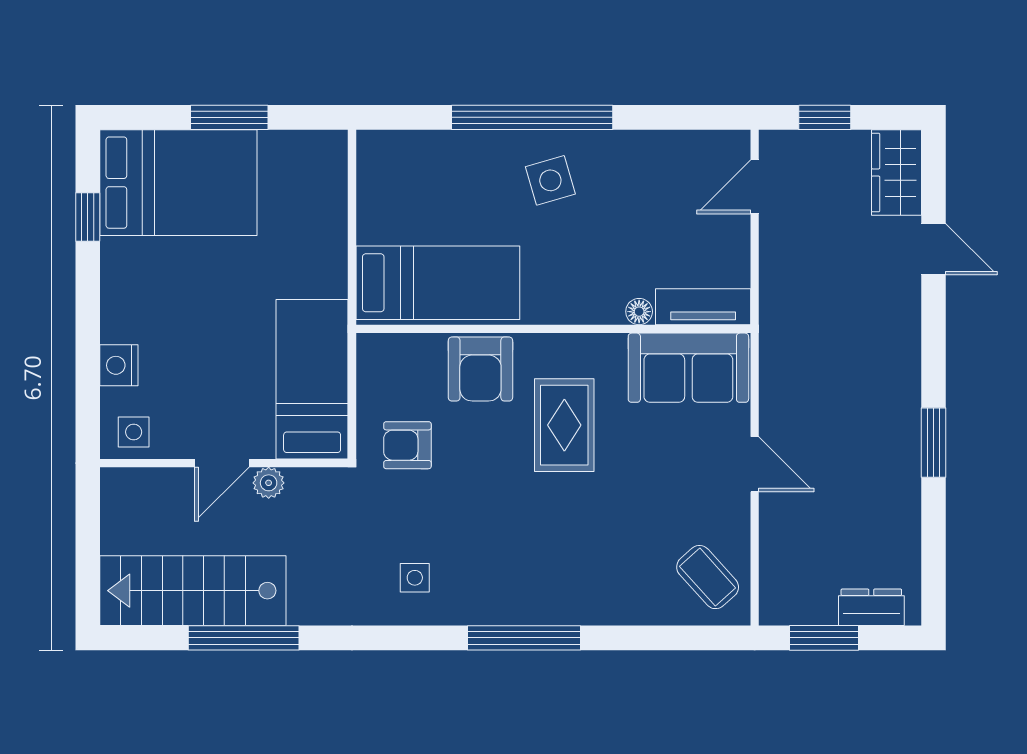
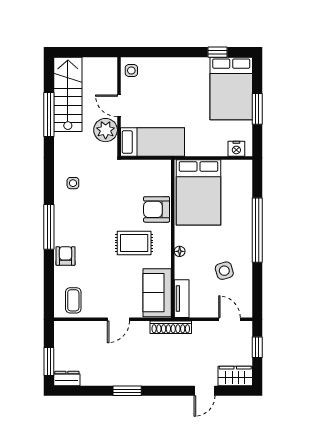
side table: (550, 180) -> (224, 271), moved
bed: (438, 283) -> (198, 192), width x1.50
floor lamp: (639, 312) -> (180, 251), moved
shoe rack: (775, 334) -> (171, 327), added
nightstand: (119, 365) -> (236, 149), moved, turned 180
armchair: (407, 445) -> (66, 256), moved
plant: (269, 483) -> (106, 130), width x1.88, depth x1.88
coffee table: (708, 577) -> (73, 300), turned -48
dresser: (871, 607) -> (67, 379), moved, turned -90
window: (824, 638) -> (49, 362), moved

